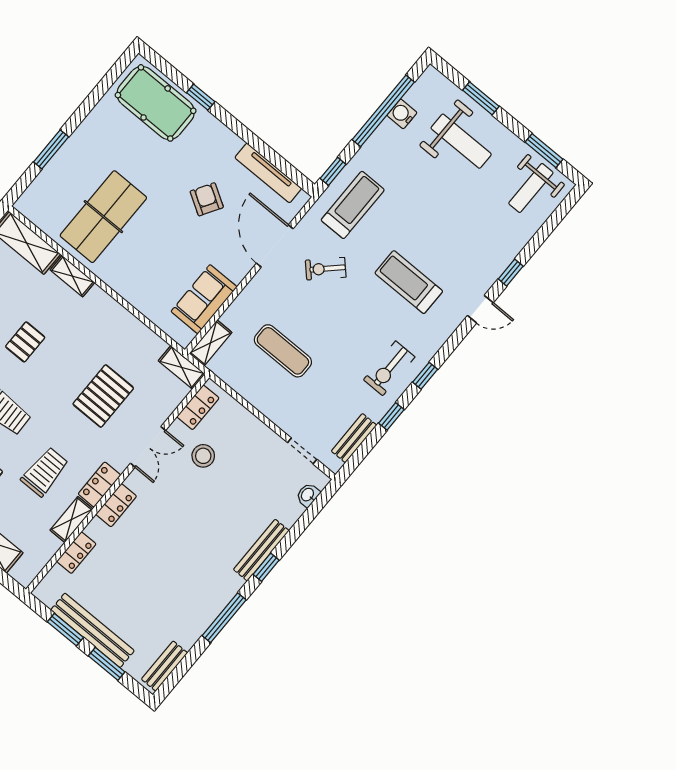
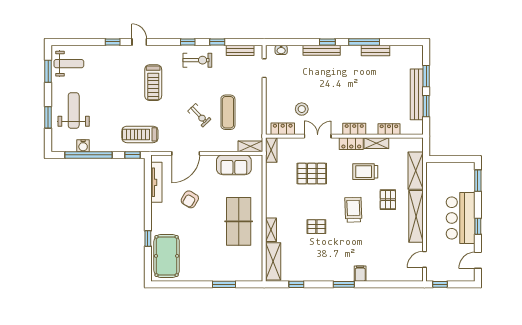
table tennis table: (103, 217) -> (239, 221), moved, turned 90
exercise bike: (326, 269) -> (199, 115), moved
bench: (164, 666) -> (376, 50), moved

